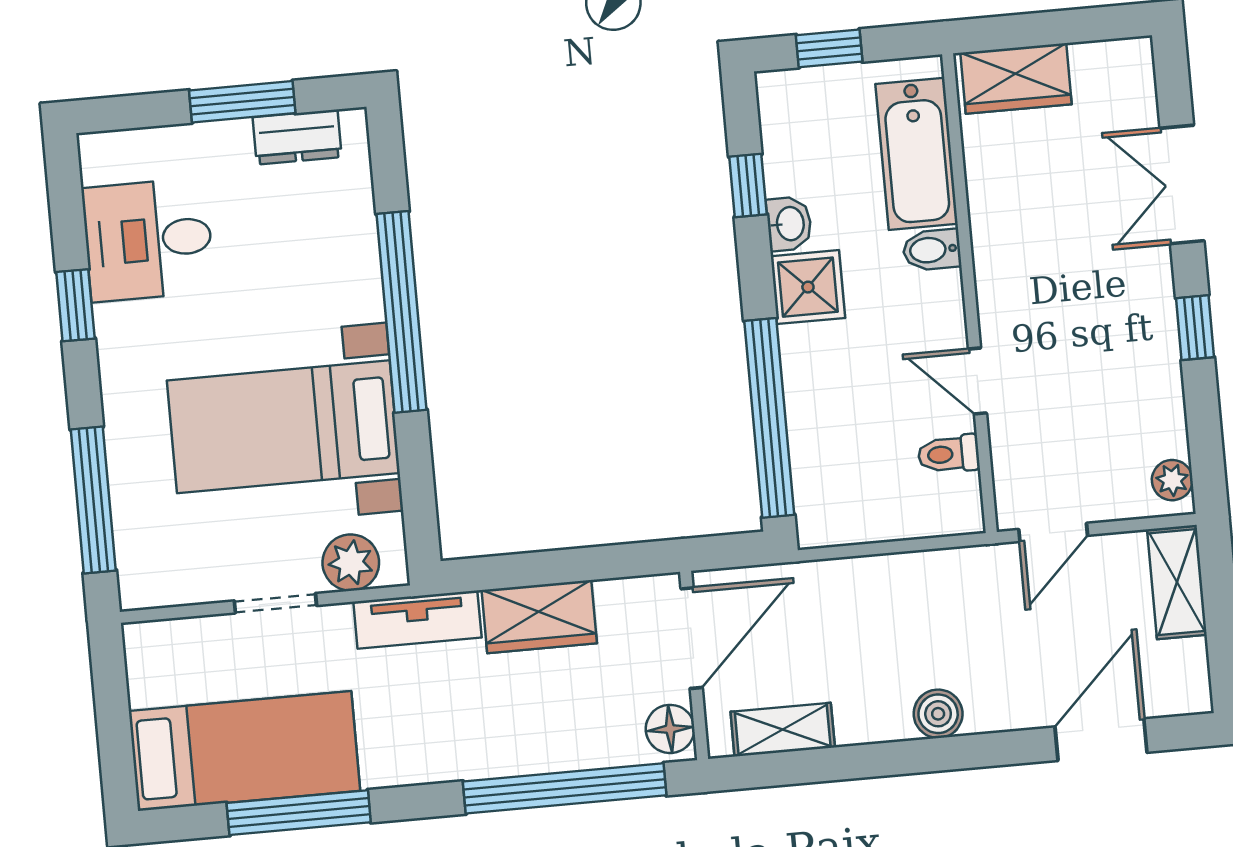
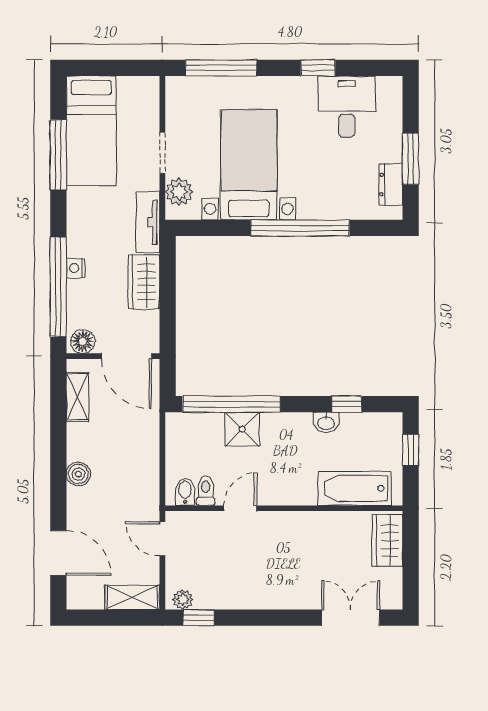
double door: (1182, 185) -> (351, 618), moved
bidet: (932, 250) -> (185, 492), moved
shower: (808, 287) -> (242, 429), moved
window: (1195, 328) -> (199, 618), moved
nightstand: (523, 757) -> (76, 268), added

